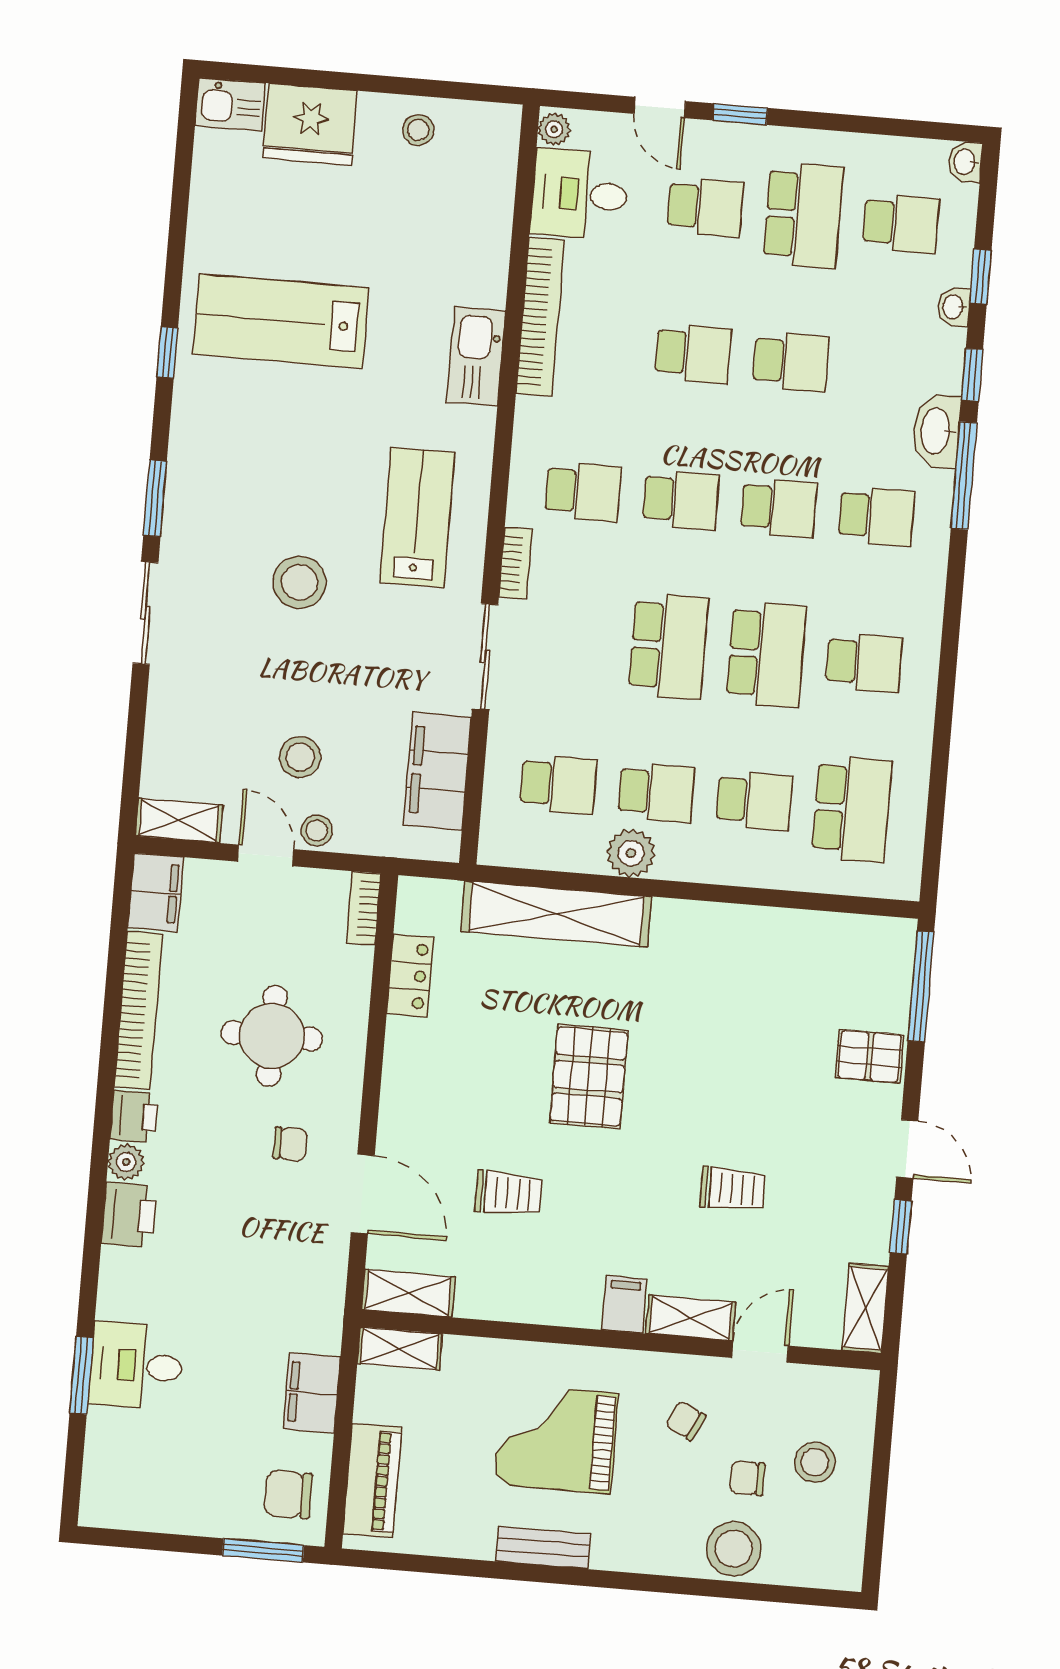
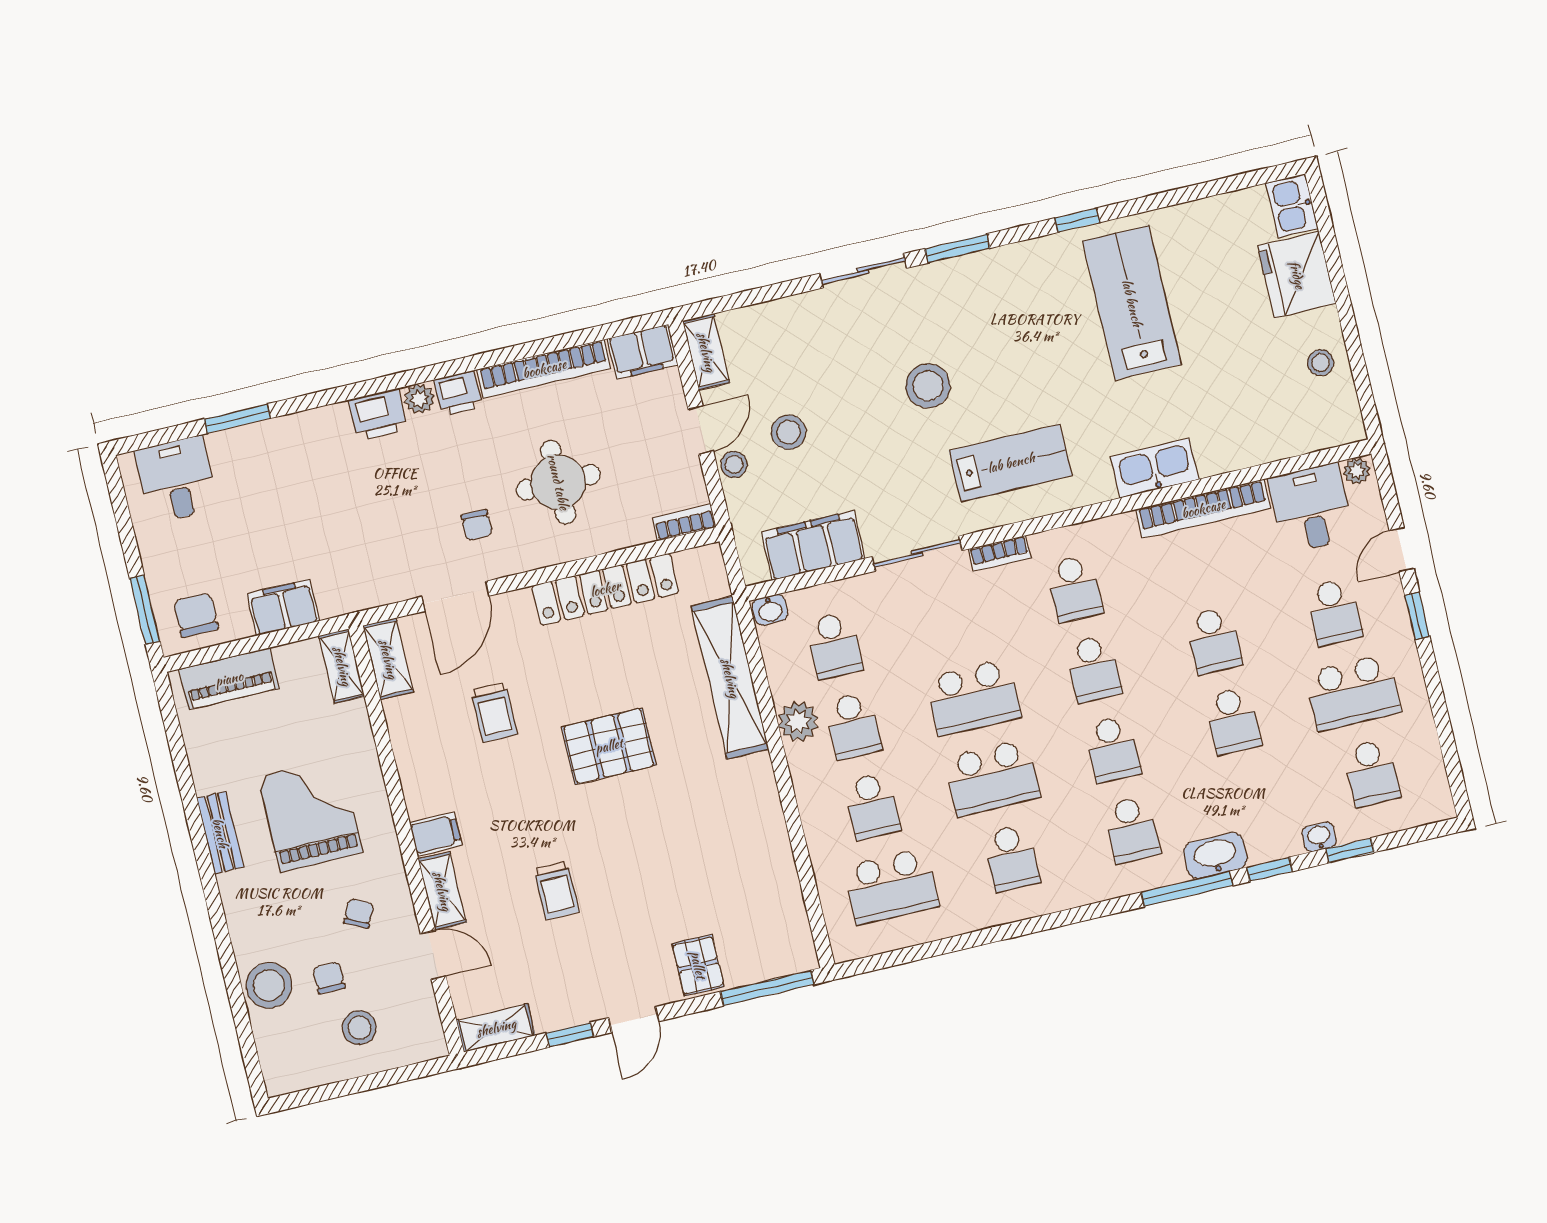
washbasin: (965, 162) -> (770, 610), moved, turned 180
locker: (410, 976) -> (605, 589), width x2.16, depth x1.21
desk: (136, 1366) -> (177, 480), moved

